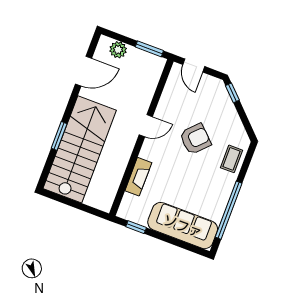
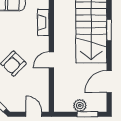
window: (149, 49) -> (87, 114), moved
plant: (118, 50) -> (80, 106), moved

